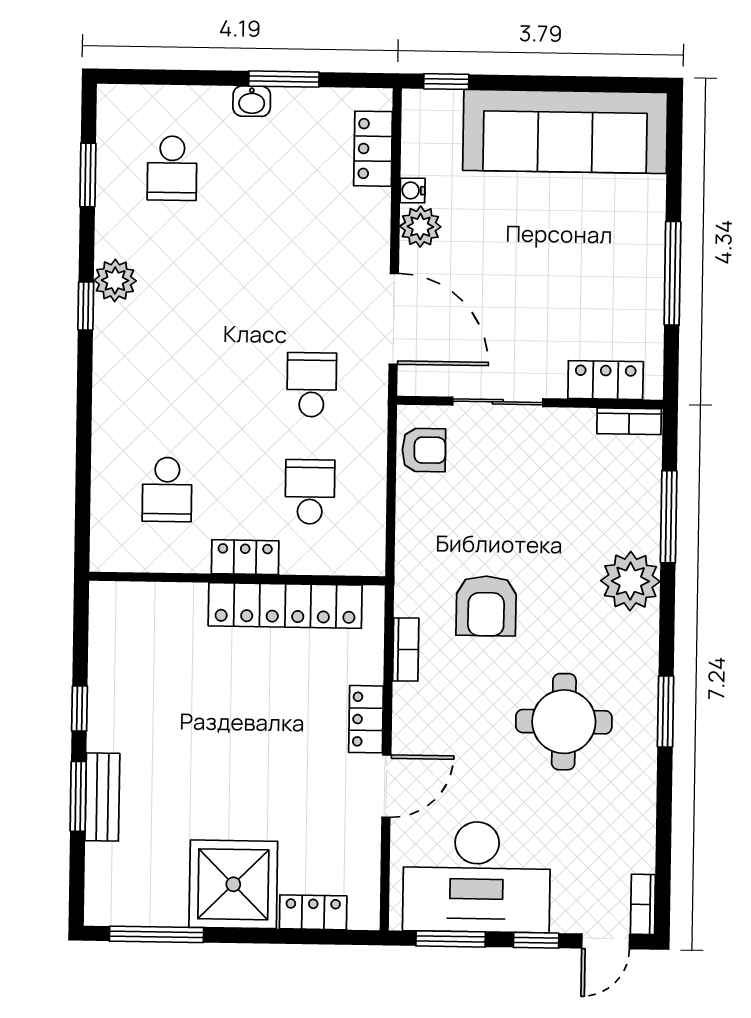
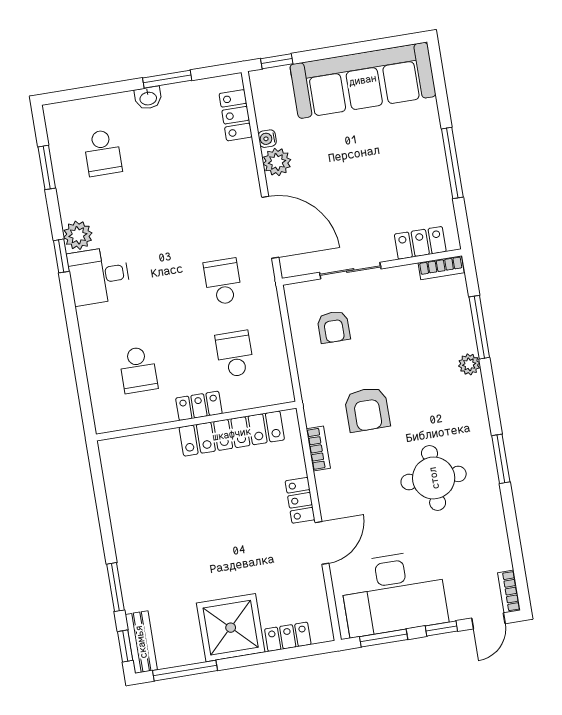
desk: (135, 344) -> (99, 276), added
armchair: (424, 450) -> (334, 327), moved, turned 90
plant: (630, 581) -> (469, 364), width x0.53, depth x0.53
window: (80, 709) -> (125, 646), moved
bench: (102, 797) -> (141, 642), moved

